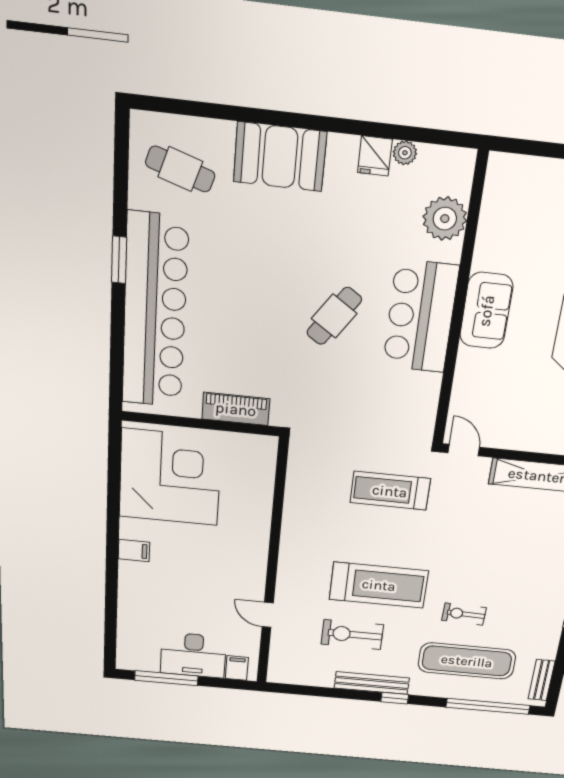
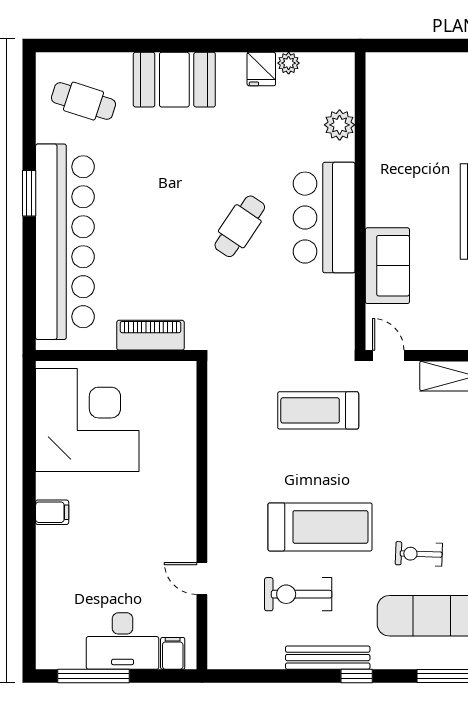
plant: (445, 219) -> (340, 125), width x0.73, depth x0.73
sofa: (486, 311) -> (387, 266), moved

